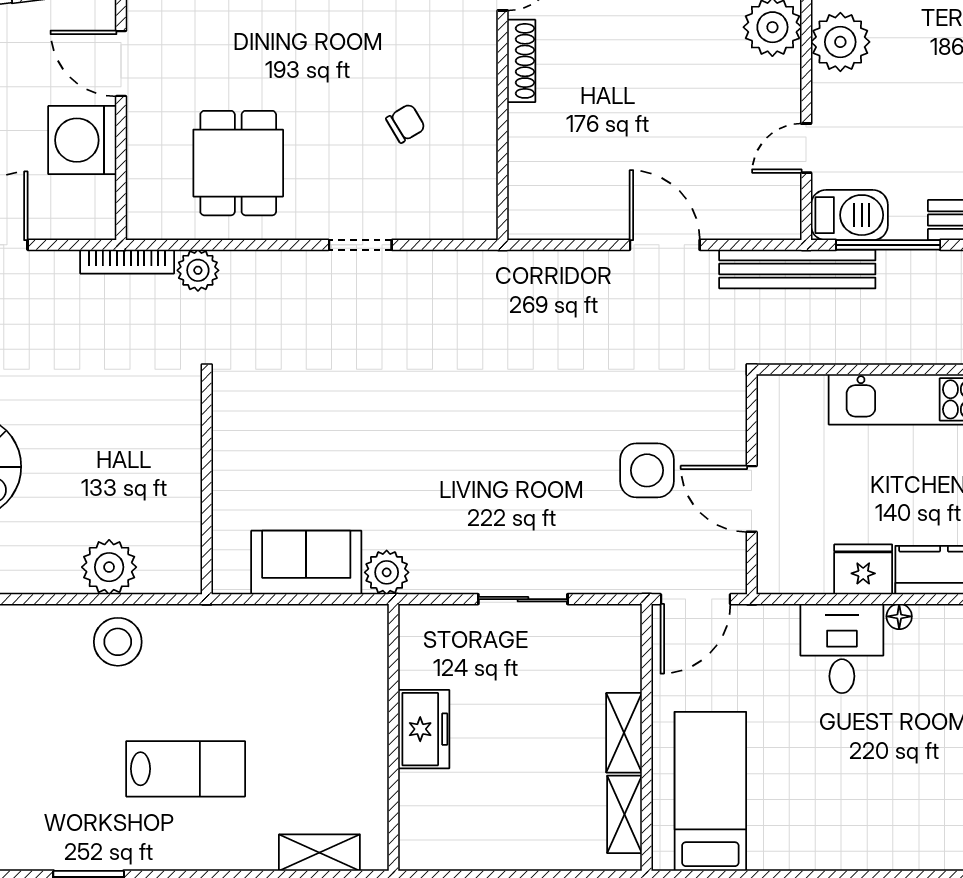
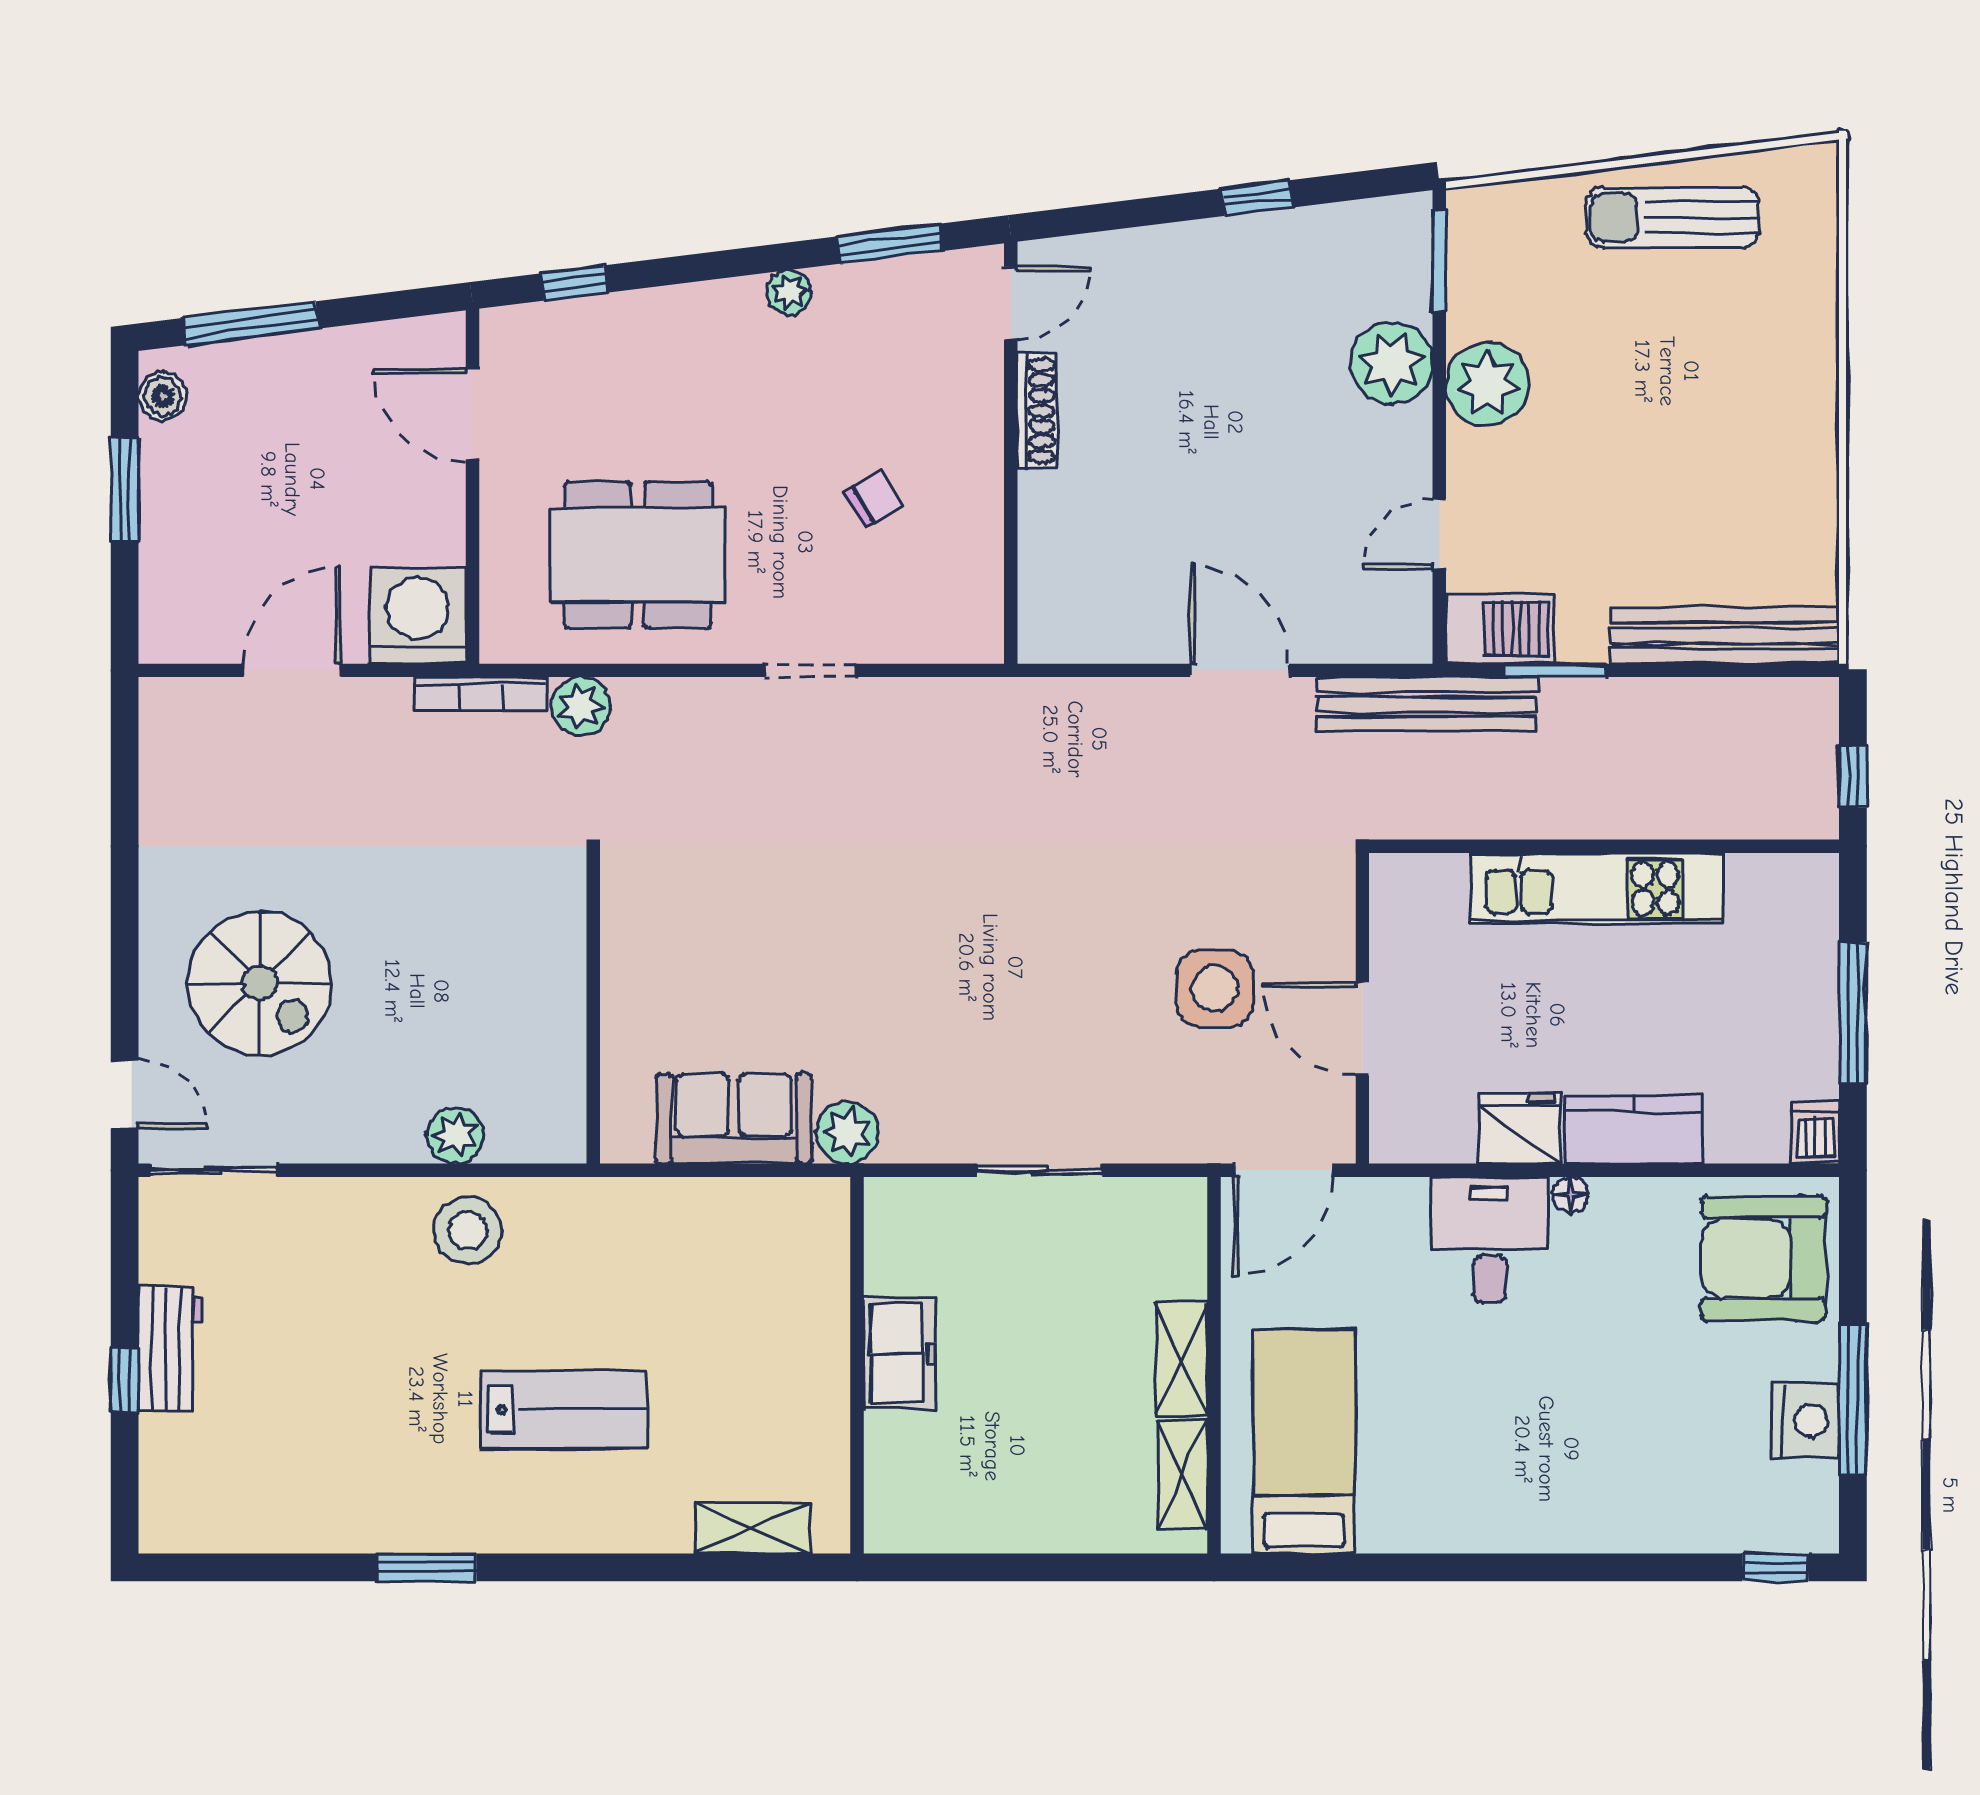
washing machine: (82, 140) -> (418, 616), moved, turned 90
dining table: (238, 163) -> (638, 555), width x1.38
window: (888, 245) -> (1555, 670), width x0.69
plant: (109, 567) -> (456, 1135), width x0.73, depth x0.73

